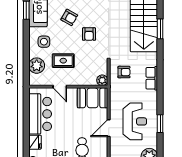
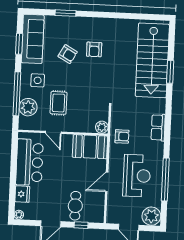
armchair: (89, 34) -> (94, 49), moved
window: (26, 54) -> (17, 94), added
rug: (63, 61) -> (59, 103), turned 90
armchair: (124, 72) -> (122, 136), moved
window: (160, 124) -> (165, 180), width x2.11

